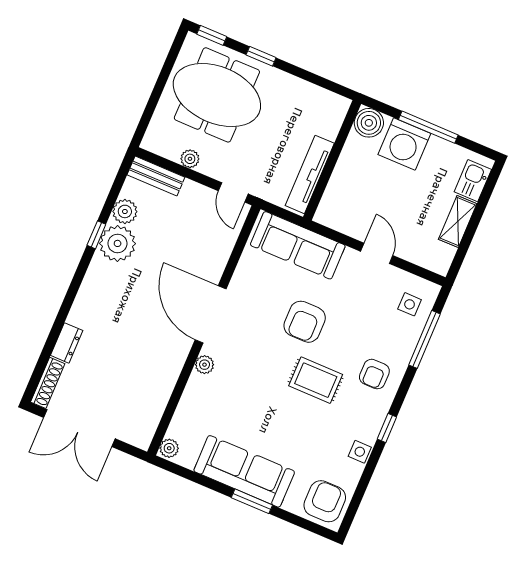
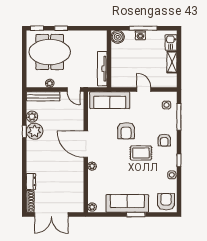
washing machine: (404, 144) -> (140, 35), width x0.53, depth x0.53
bench: (156, 176) -> (43, 96), width x1.36

